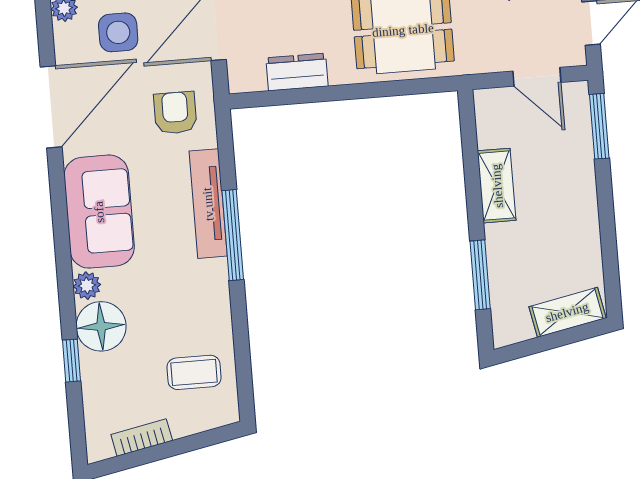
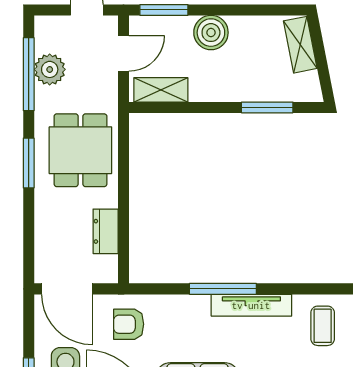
shelving: (497, 186) -> (161, 90), moved
boiler: (574, 192) -> (211, 33), added
tv unit: (208, 204) -> (251, 305), moved

